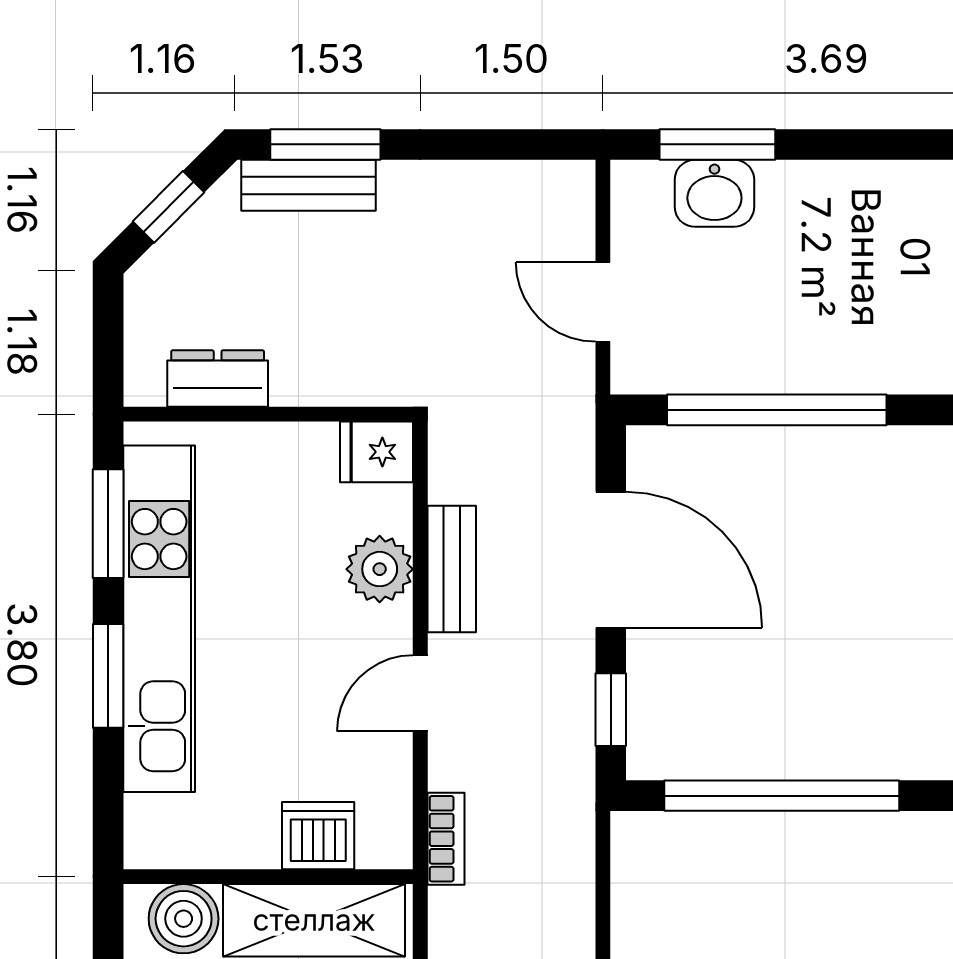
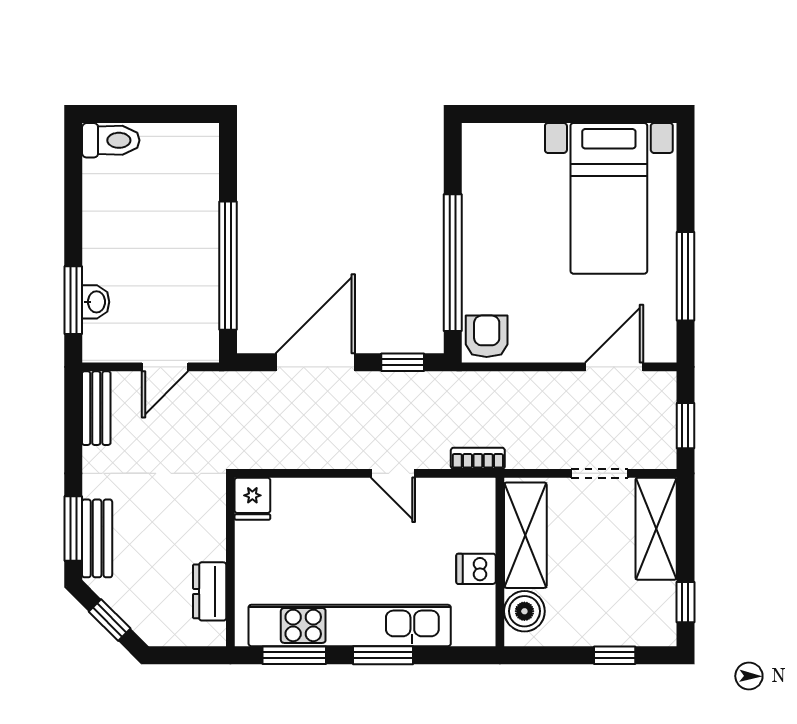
washbasin: (714, 193) -> (96, 302), width x0.72, depth x0.69
plant: (380, 569) -> (321, 497), removed
bench: (452, 569) -> (96, 408), moved, turned 90
dishwasher: (318, 836) -> (476, 569), moved, width x0.73
armchair: (655, 854) -> (487, 336), added

